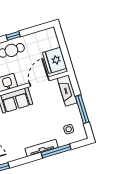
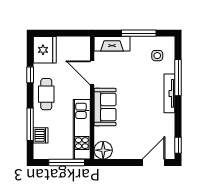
window: (13, 36) -> (30, 75), moved
fridge: (55, 60) -> (45, 50), moved, turned -90

